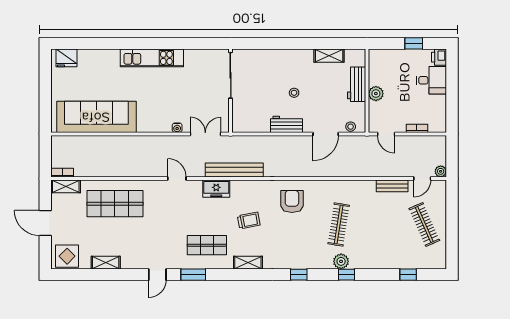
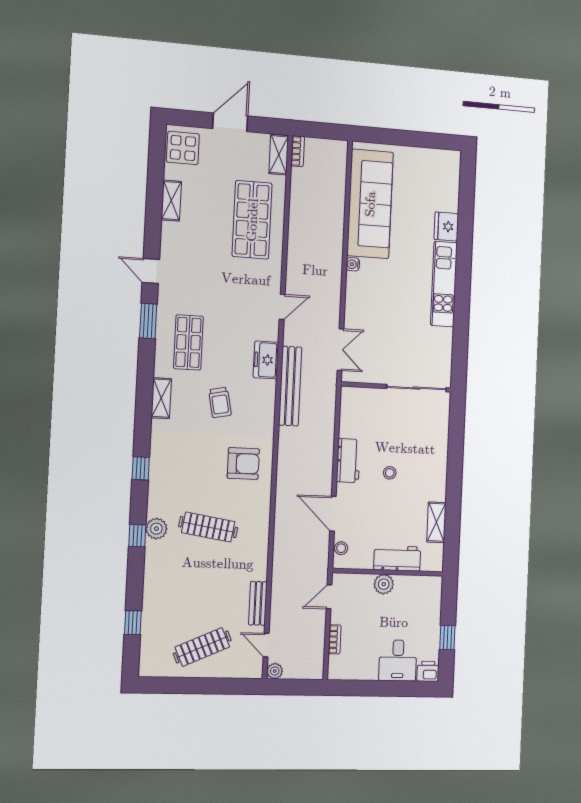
fridge: (66, 58) -> (446, 226), moved
water cooler: (177, 128) -> (353, 264), moved

